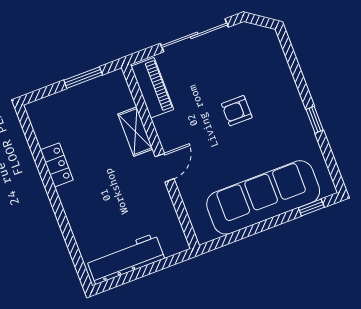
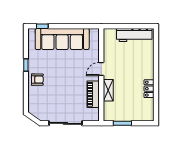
piano: (152, 88) -> (93, 94), moved
armchair: (237, 111) -> (37, 80), moved

